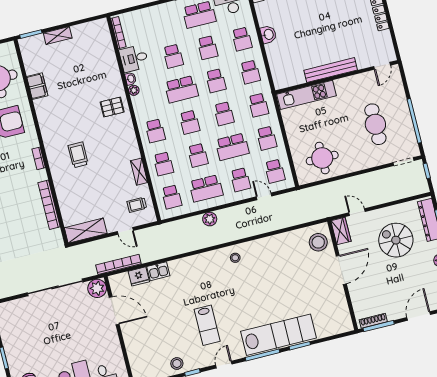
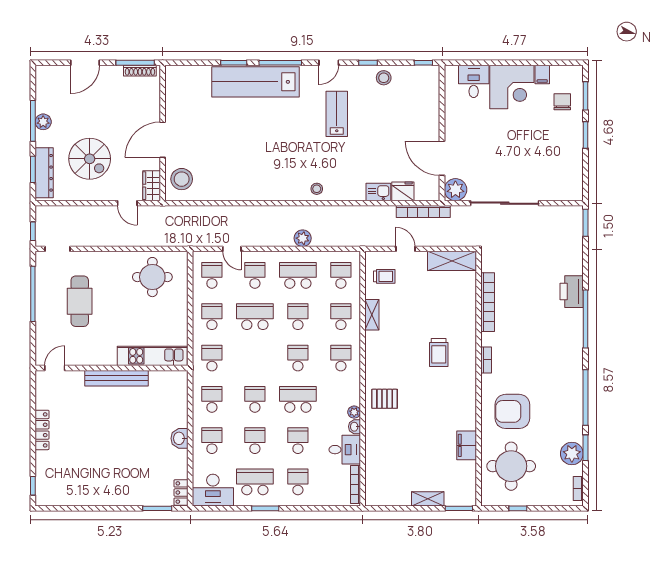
school desk: (224, 114) -> (298, 482), moved
stool: (235, 258) -> (317, 189), moved

